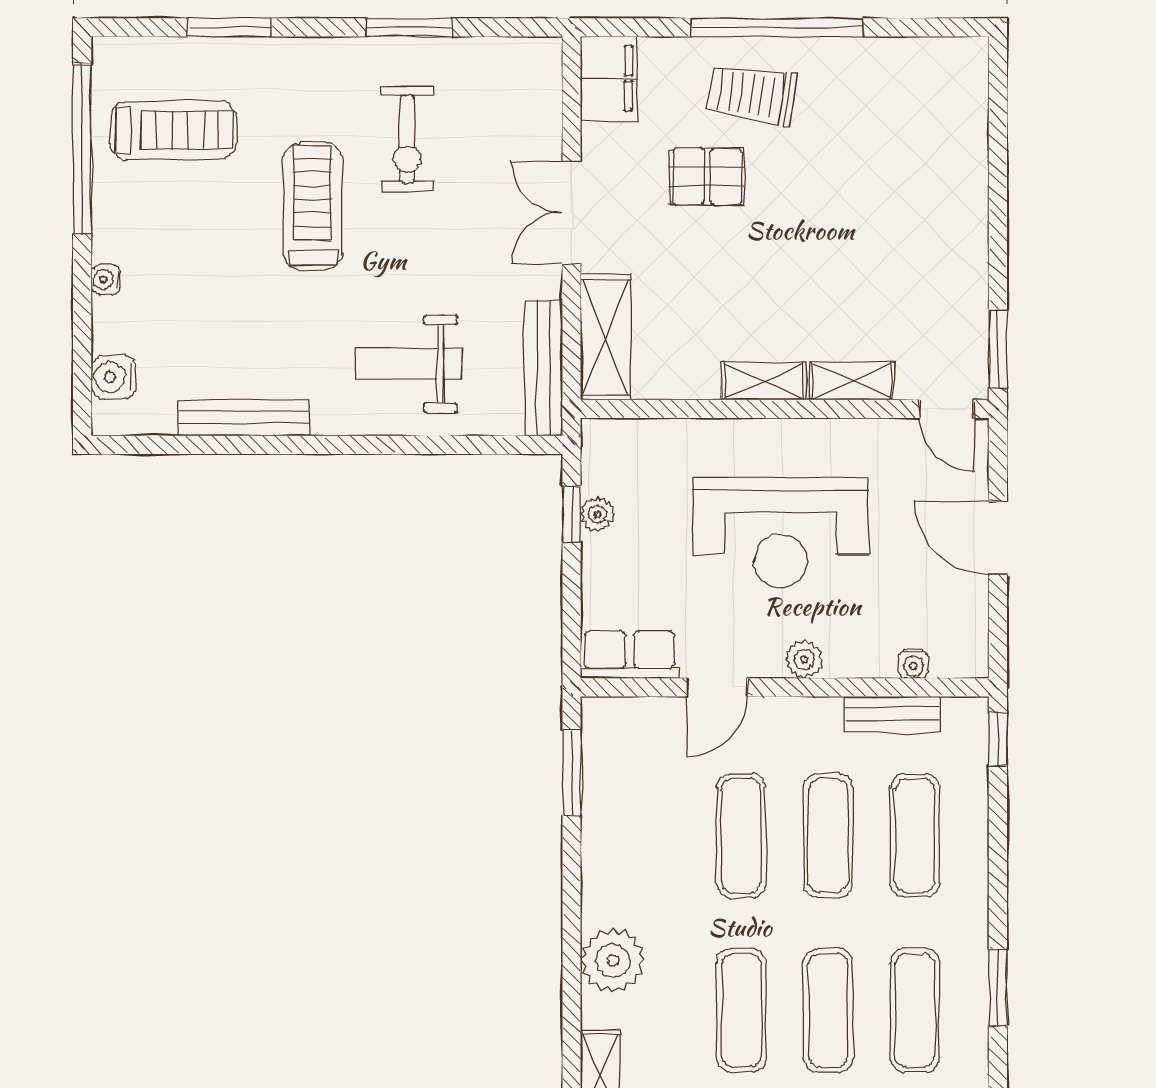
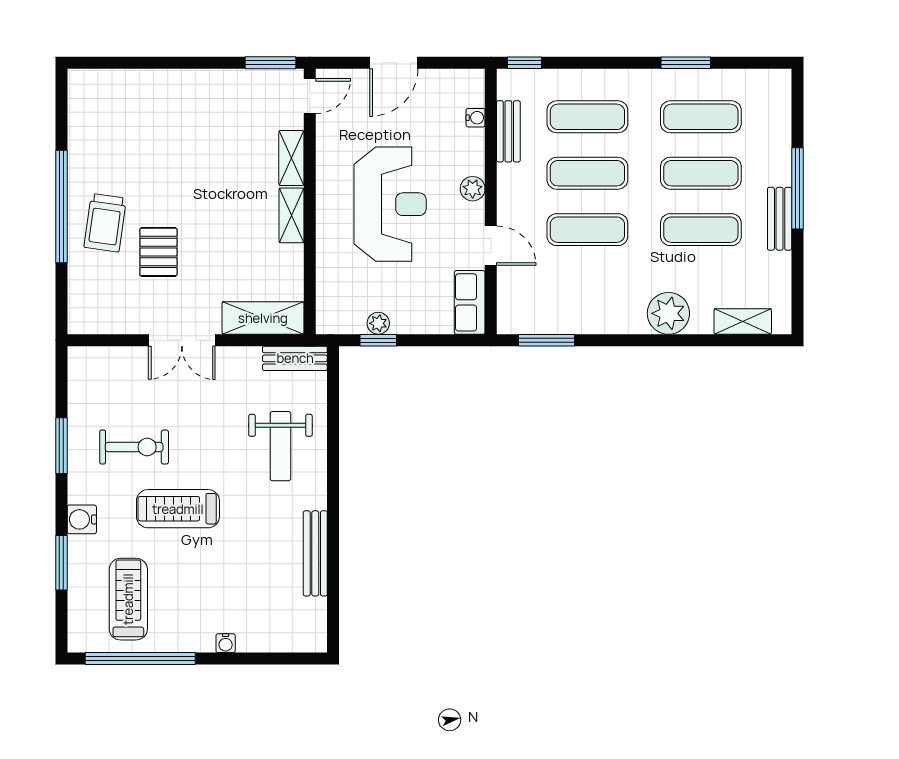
filing cabinet: (609, 79) -> (95, 316), removed
bench: (544, 368) -> (295, 358), width x0.73
water cooler: (113, 377) -> (82, 519), moved, turned 90

